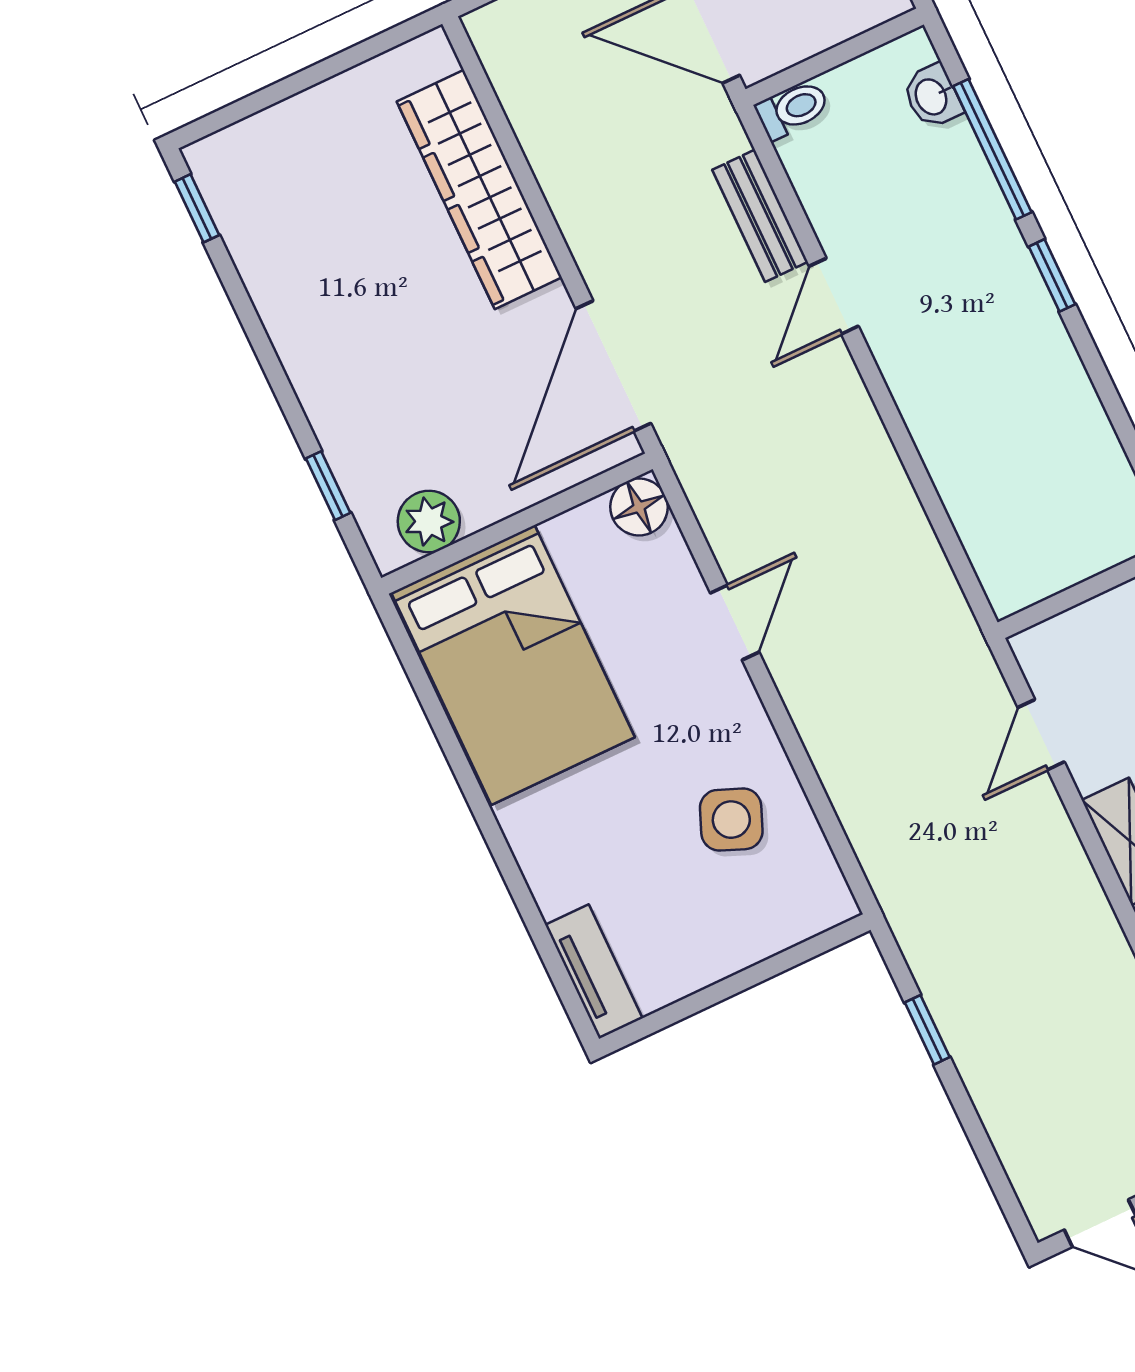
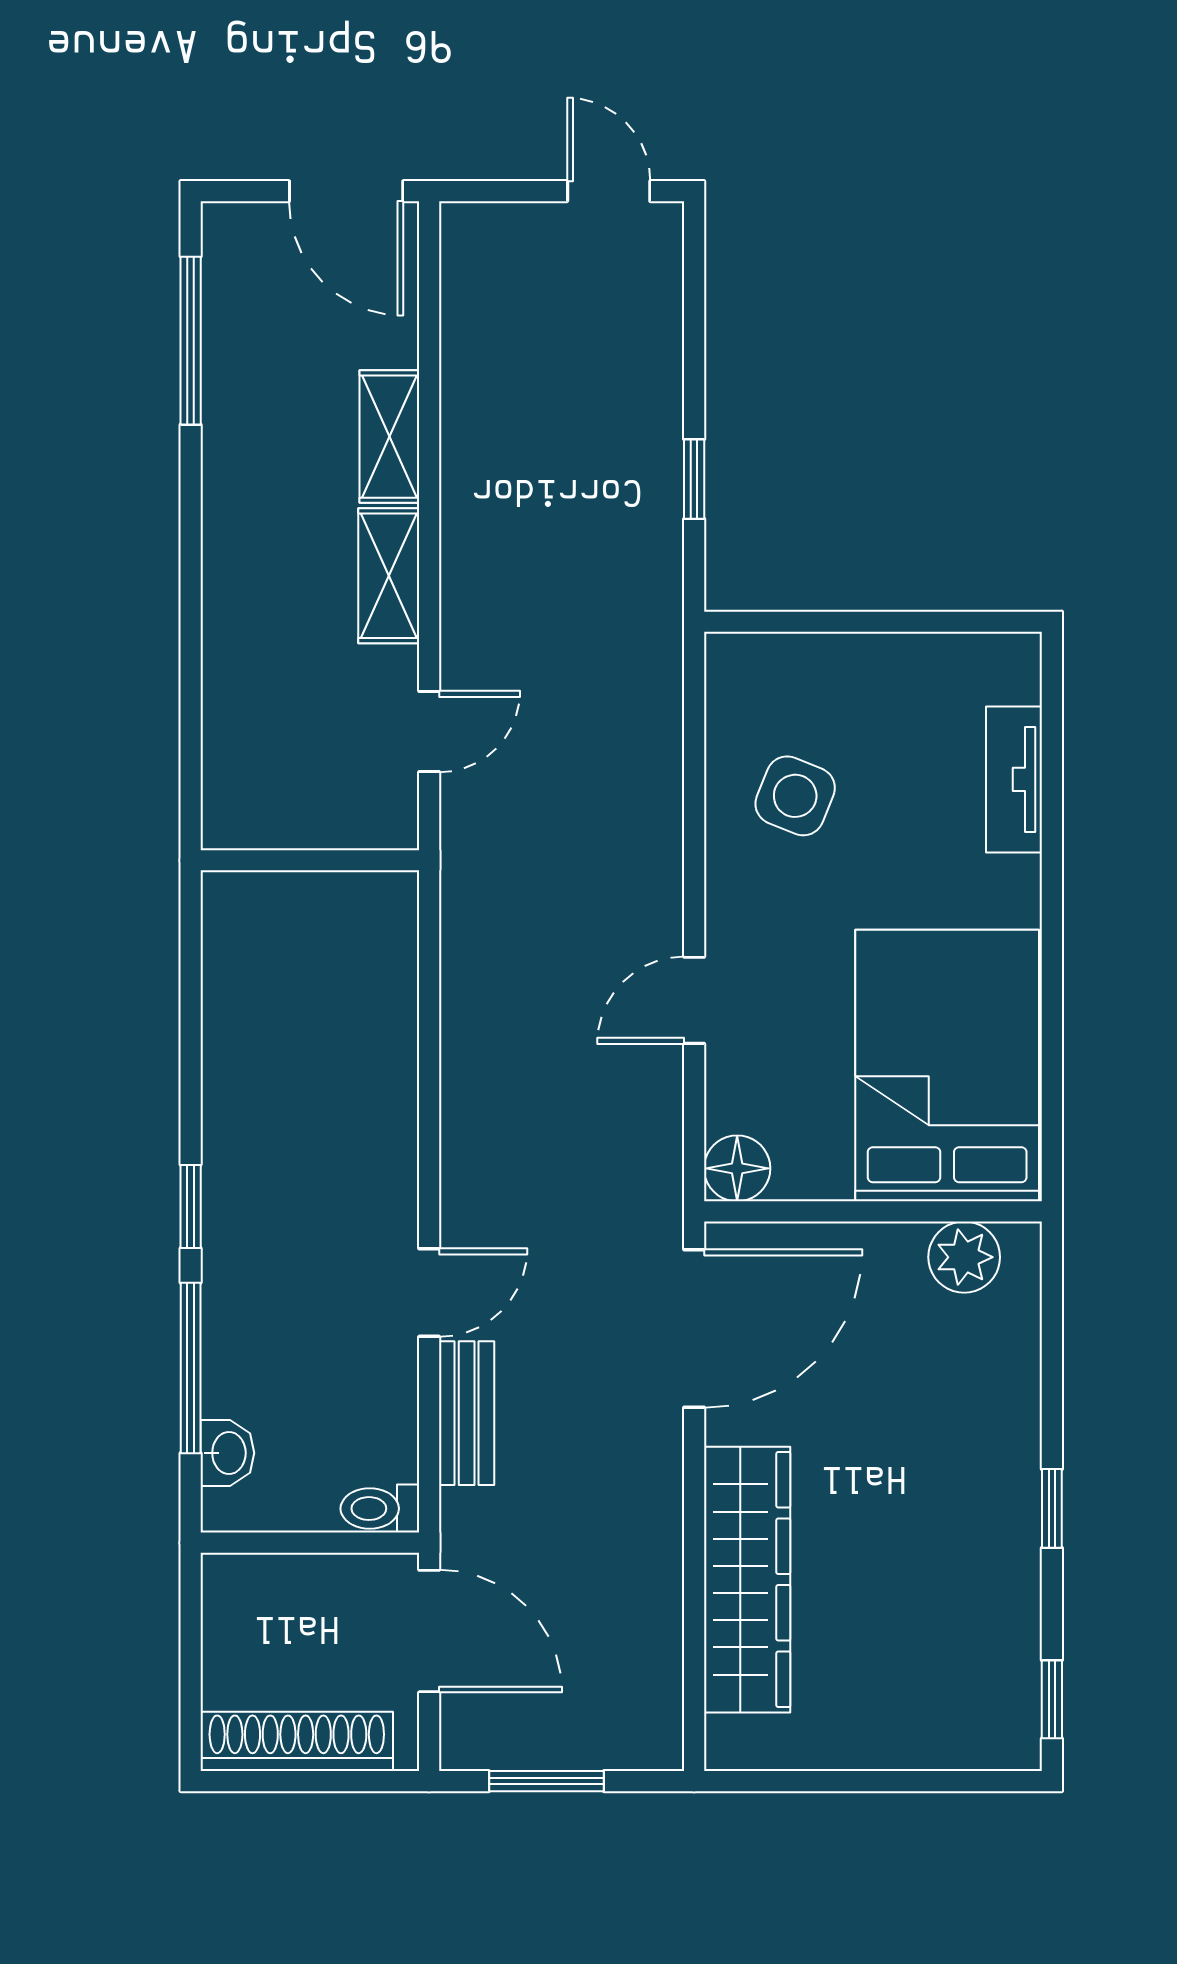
window: (328, 486) -> (1052, 1508), moved
tv unit: (594, 972) -> (1014, 779), moved

